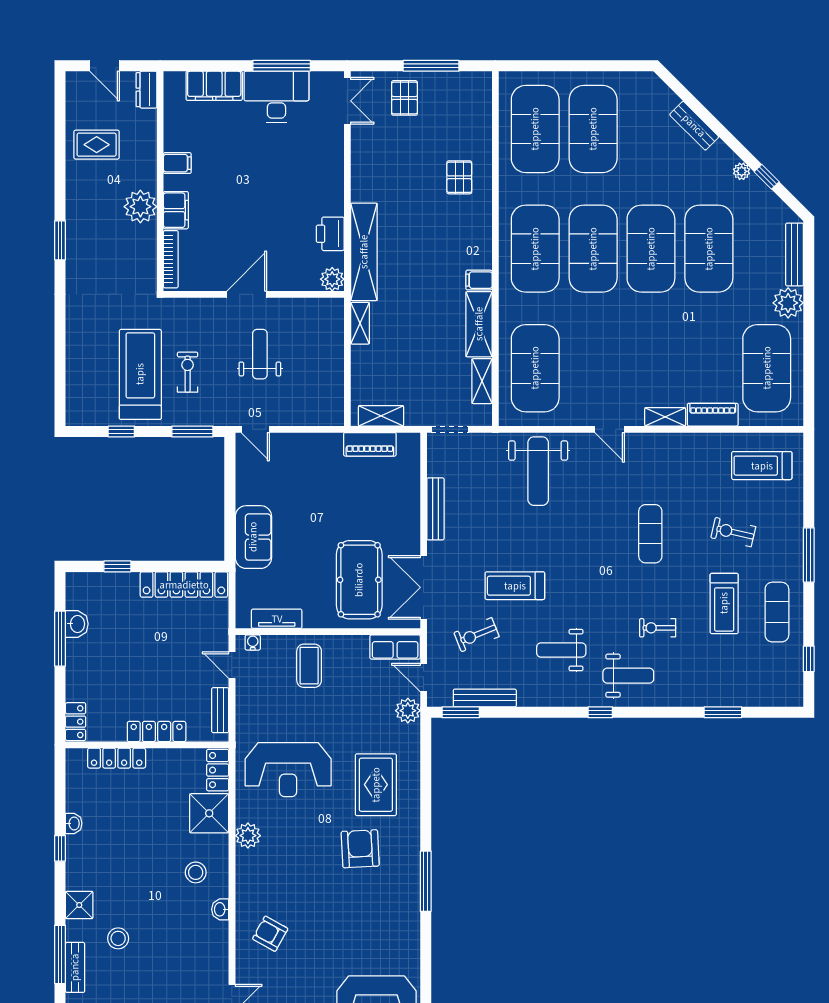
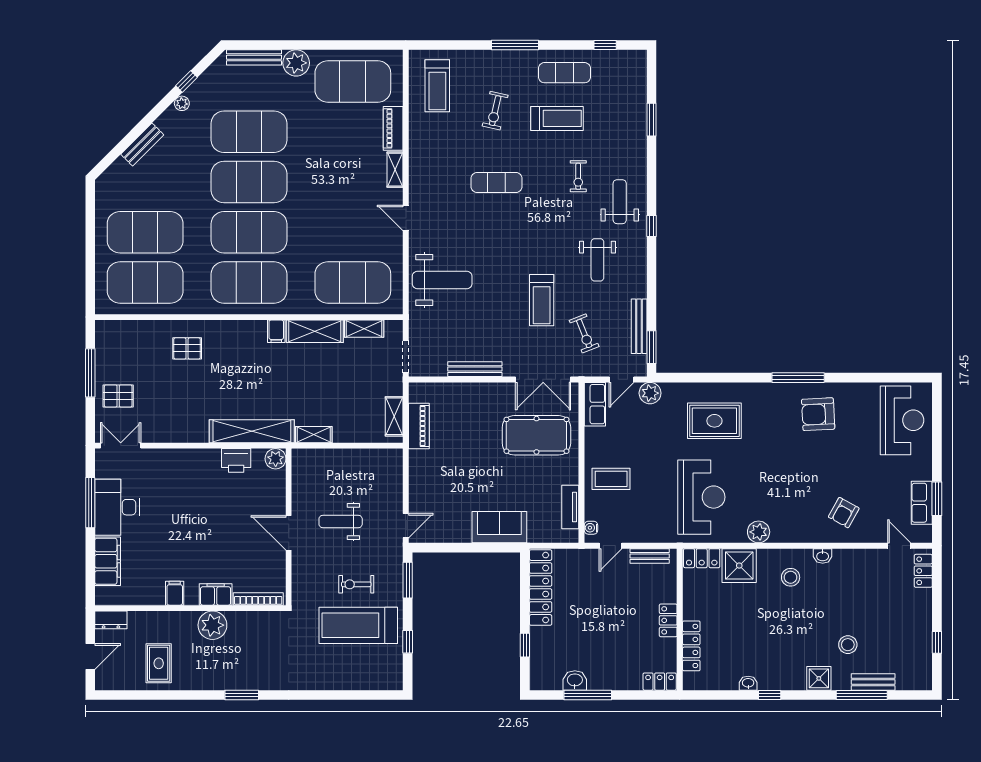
door: (610, 429) -> (406, 218), swing flipped
locker: (157, 732) -> (668, 620), width x0.66
armchair: (360, 849) -> (818, 414), moved

